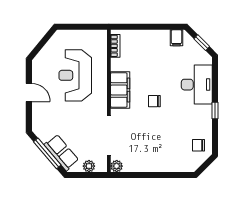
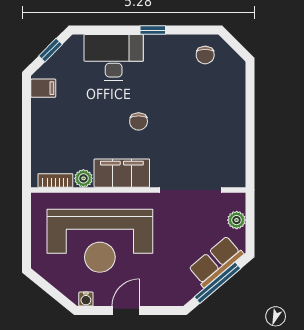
water cooler: (36, 66) -> (86, 299), added
reception desk: (75, 75) -> (100, 241), width x1.36, depth x1.30
plant: (117, 166) -> (83, 178), moved

